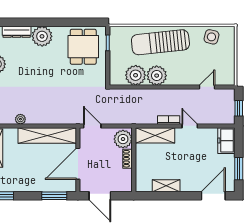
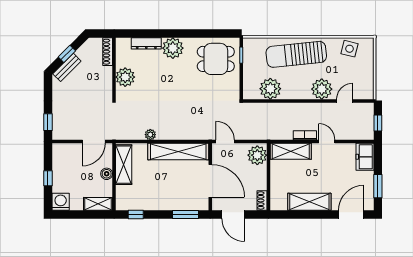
dining table: (83, 47) -> (216, 59), turned 90
plant: (157, 76) -> (322, 89), moved
shoe rack: (128, 159) -> (262, 200), moved
door: (78, 164) -> (210, 181), swing flipped
shelving: (166, 186) -> (309, 202), width x1.50, depth x1.33

